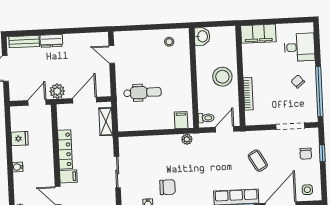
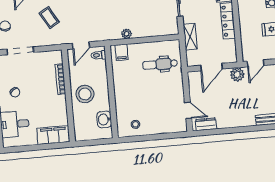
washbasin: (202, 36) -> (104, 119), moved
dresser: (51, 41) -> (206, 124), moved
dental chair: (142, 93) -> (160, 64), moved
shelving: (106, 122) -> (190, 37), moved
plant: (187, 139) -> (127, 34), moved

